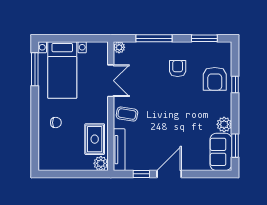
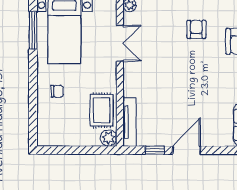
coffee table: (127, 114) -> (138, 82), removed

